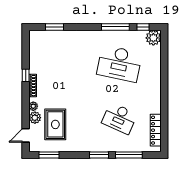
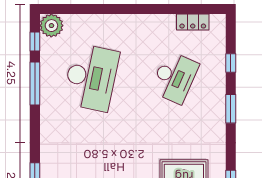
locker: (156, 130) -> (193, 22), width x0.66
window: (129, 155) -> (231, 63), width x0.46

